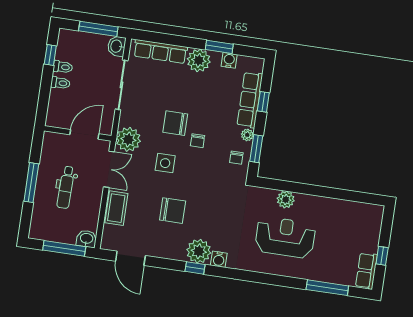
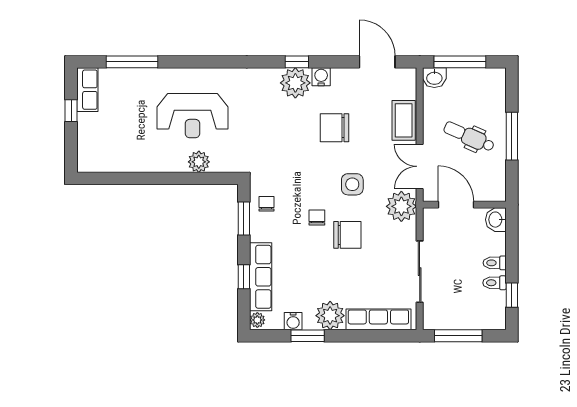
washbasin: (117, 46) -> (496, 220), moved, turned 180
door: (84, 134) -> (456, 205), swing flipped
plant: (247, 135) -> (257, 320), moved
dental chair: (66, 187) -> (469, 137), turned -67
water cooler: (219, 259) -> (321, 77), moved

